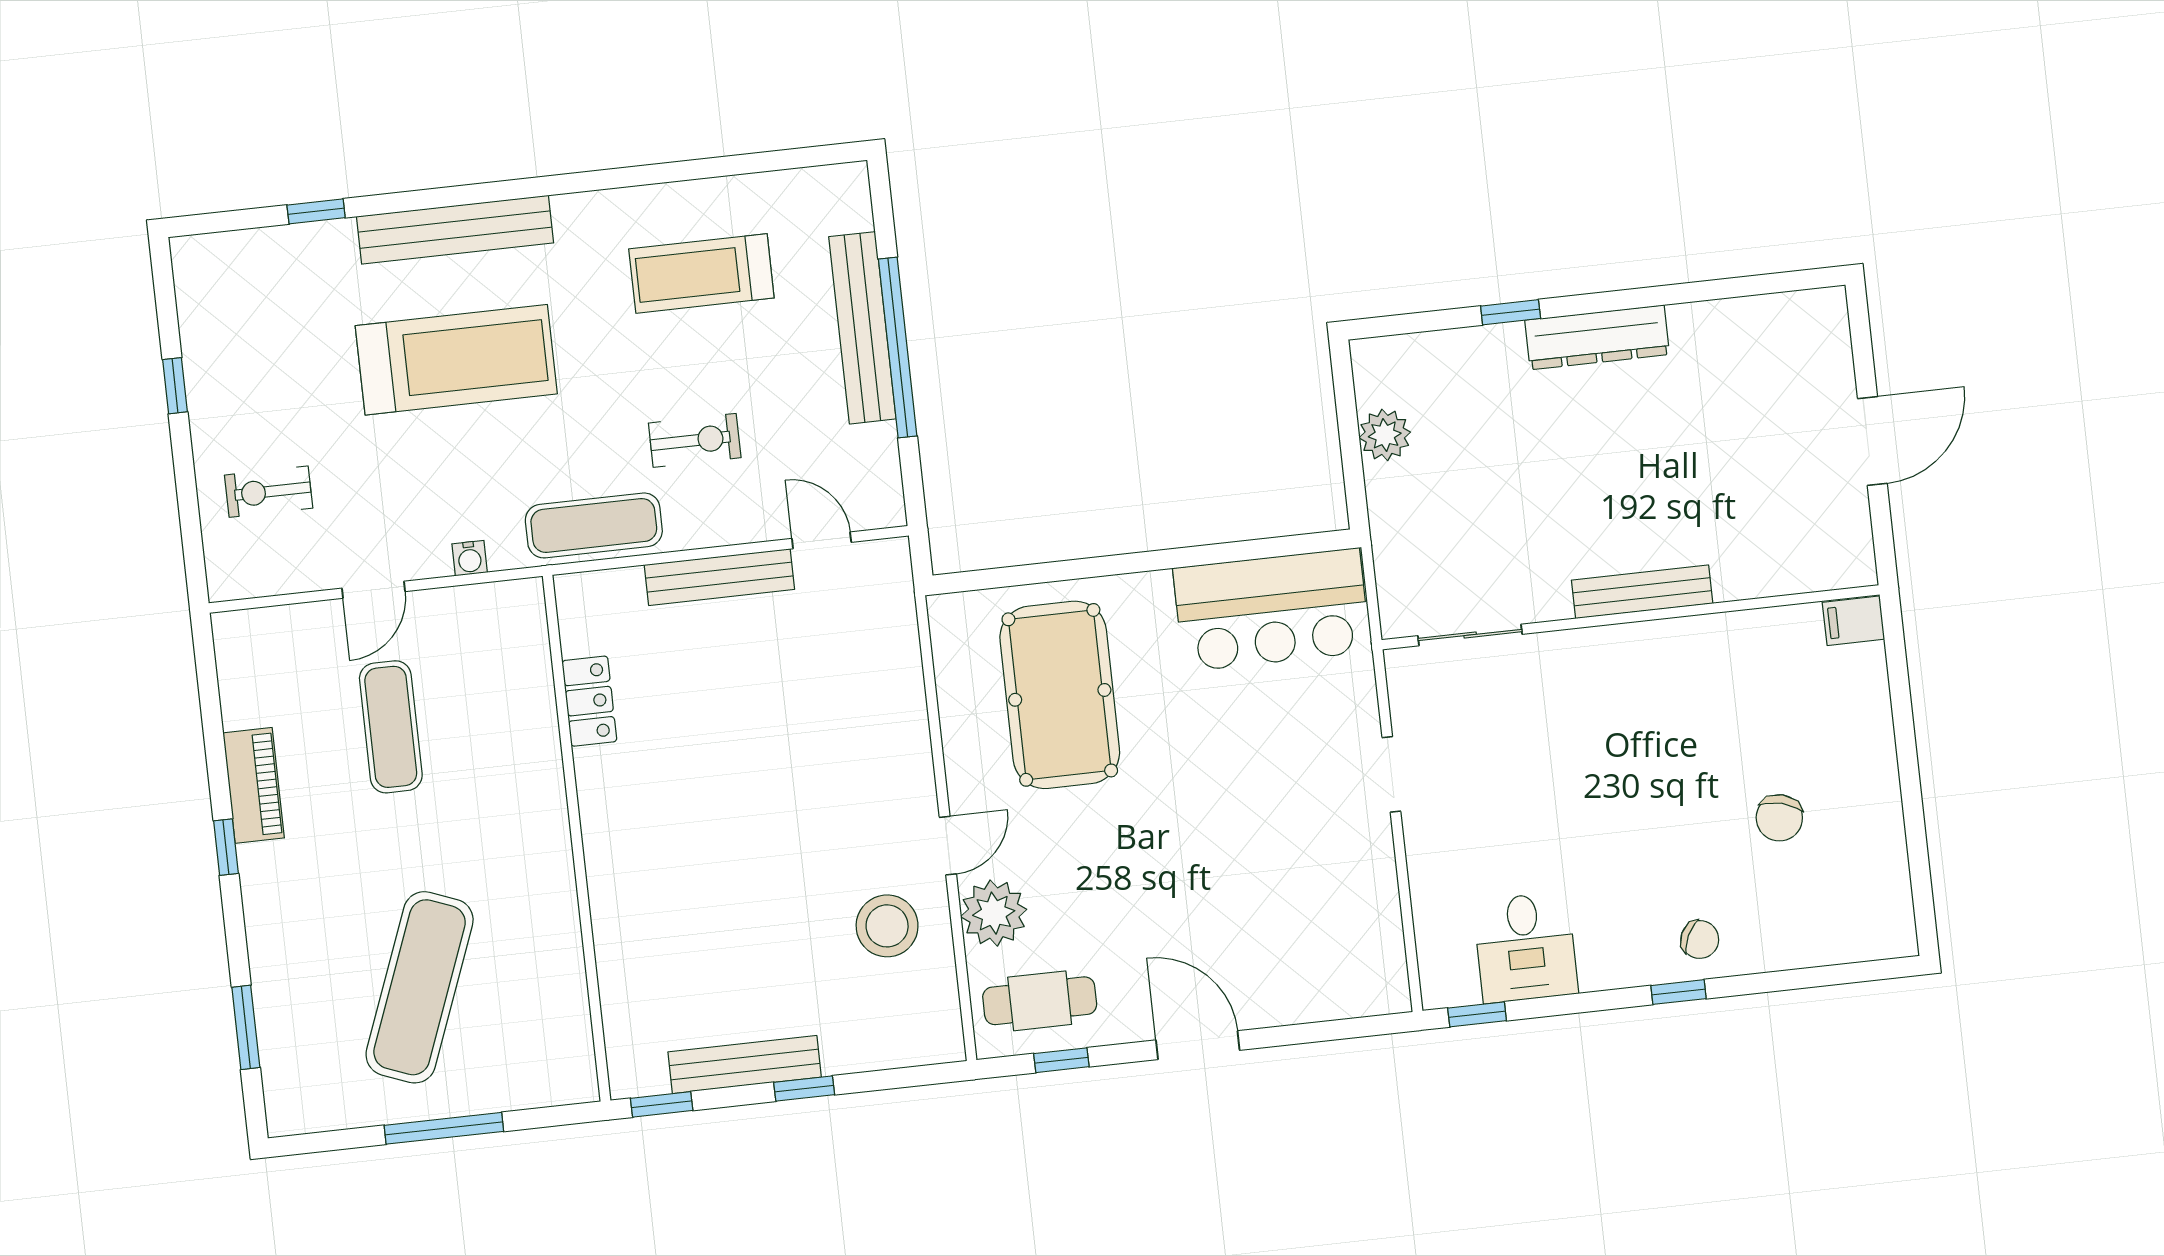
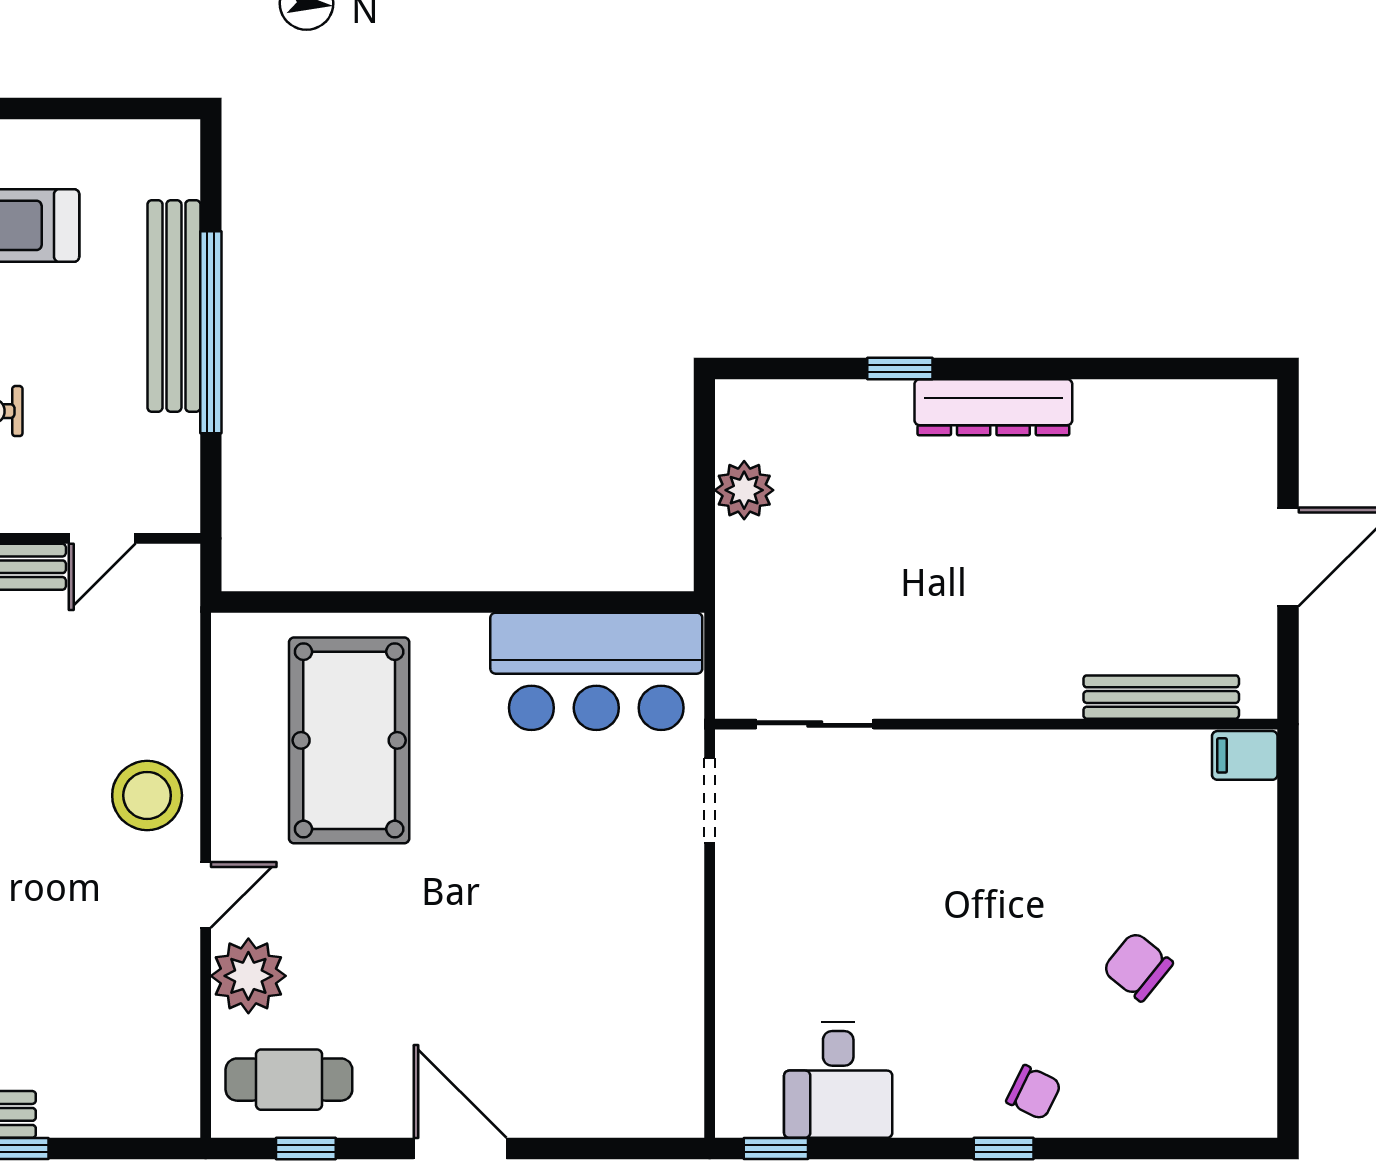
door: (822, 540) -> (102, 538), swing flipped
bench: (1642, 592) -> (1161, 697), moved
doorway: (1391, 774) -> (710, 800), moved
chair: (1779, 818) -> (1138, 966), turned 114
stool: (887, 926) -> (147, 795), moved

